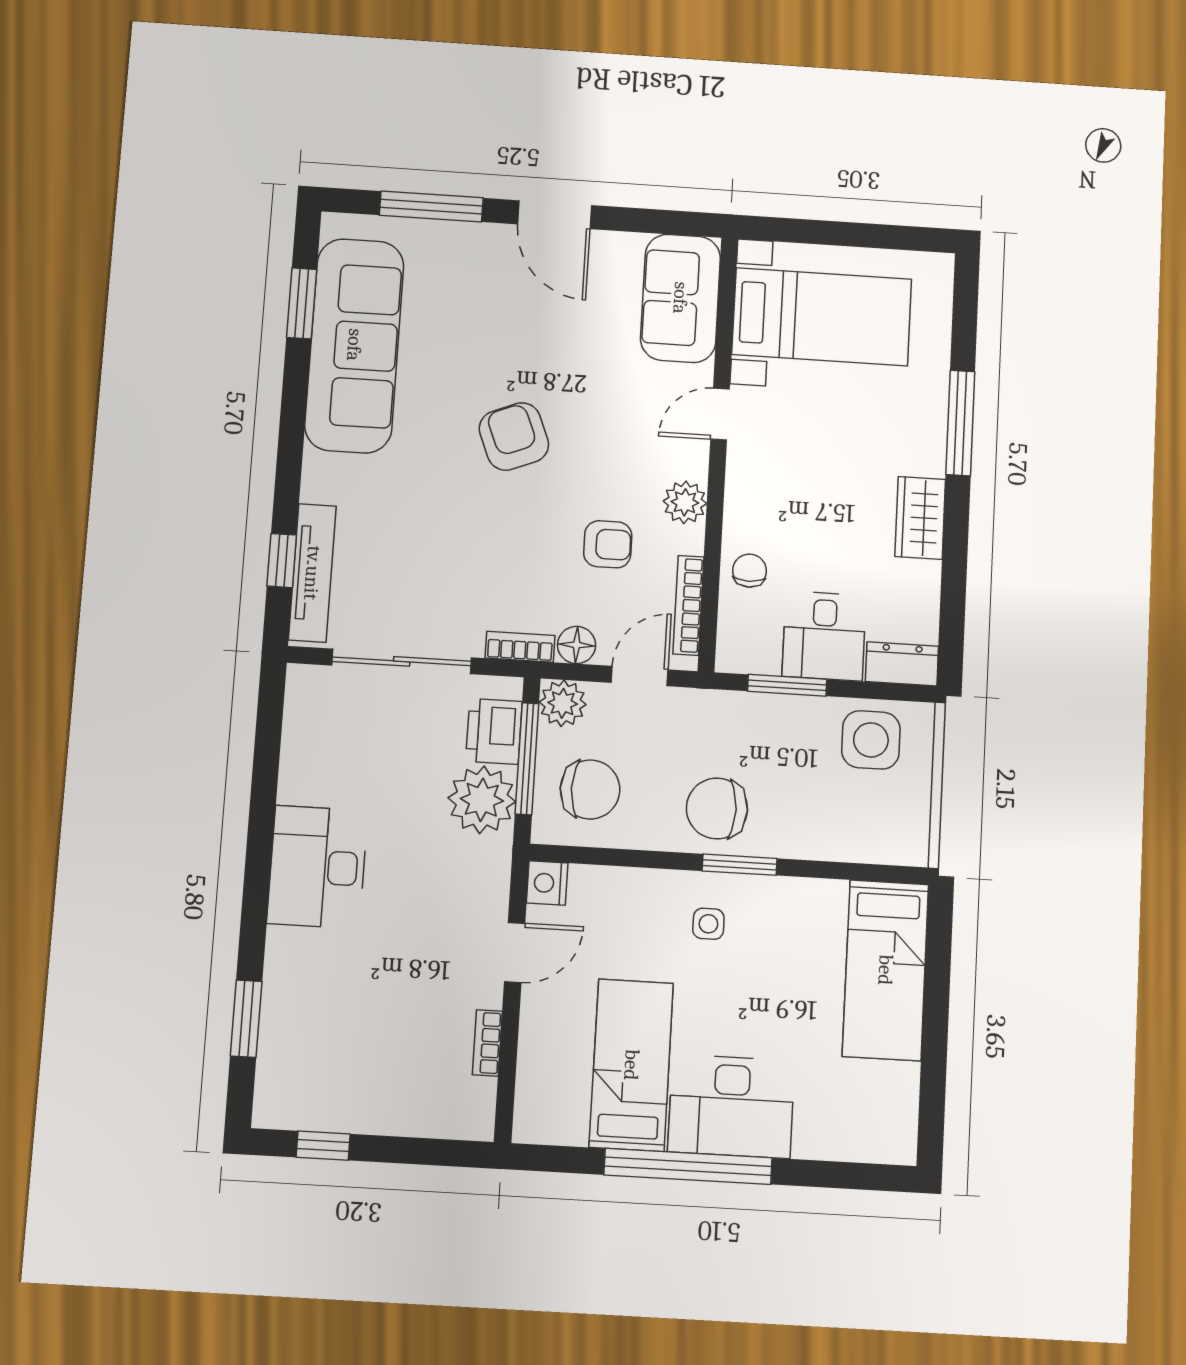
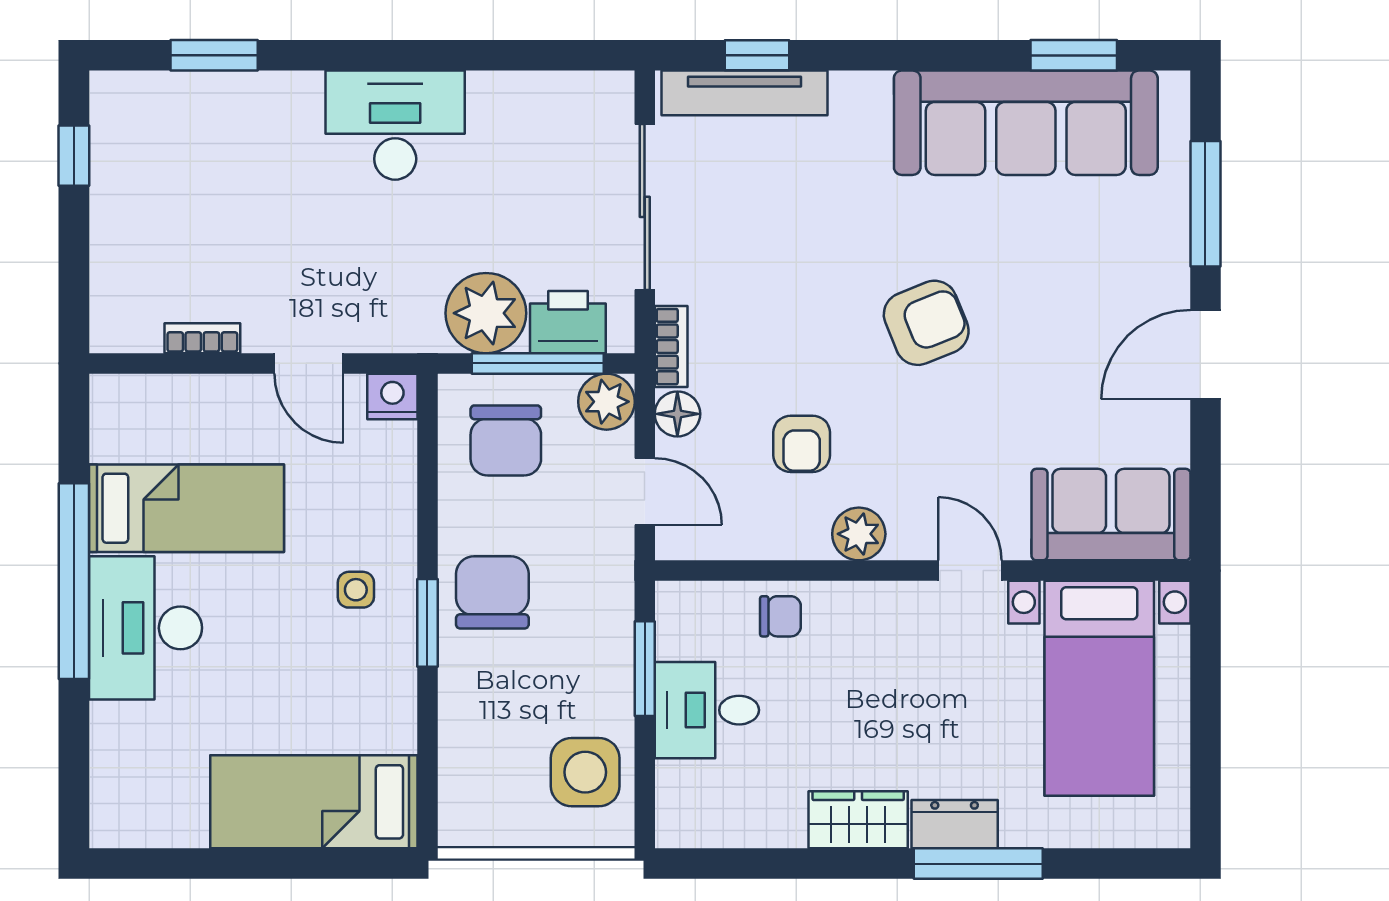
bookcase: (688, 605) -> (734, 545), removed
dresser: (902, 664) -> (955, 824), moved, turned -90

